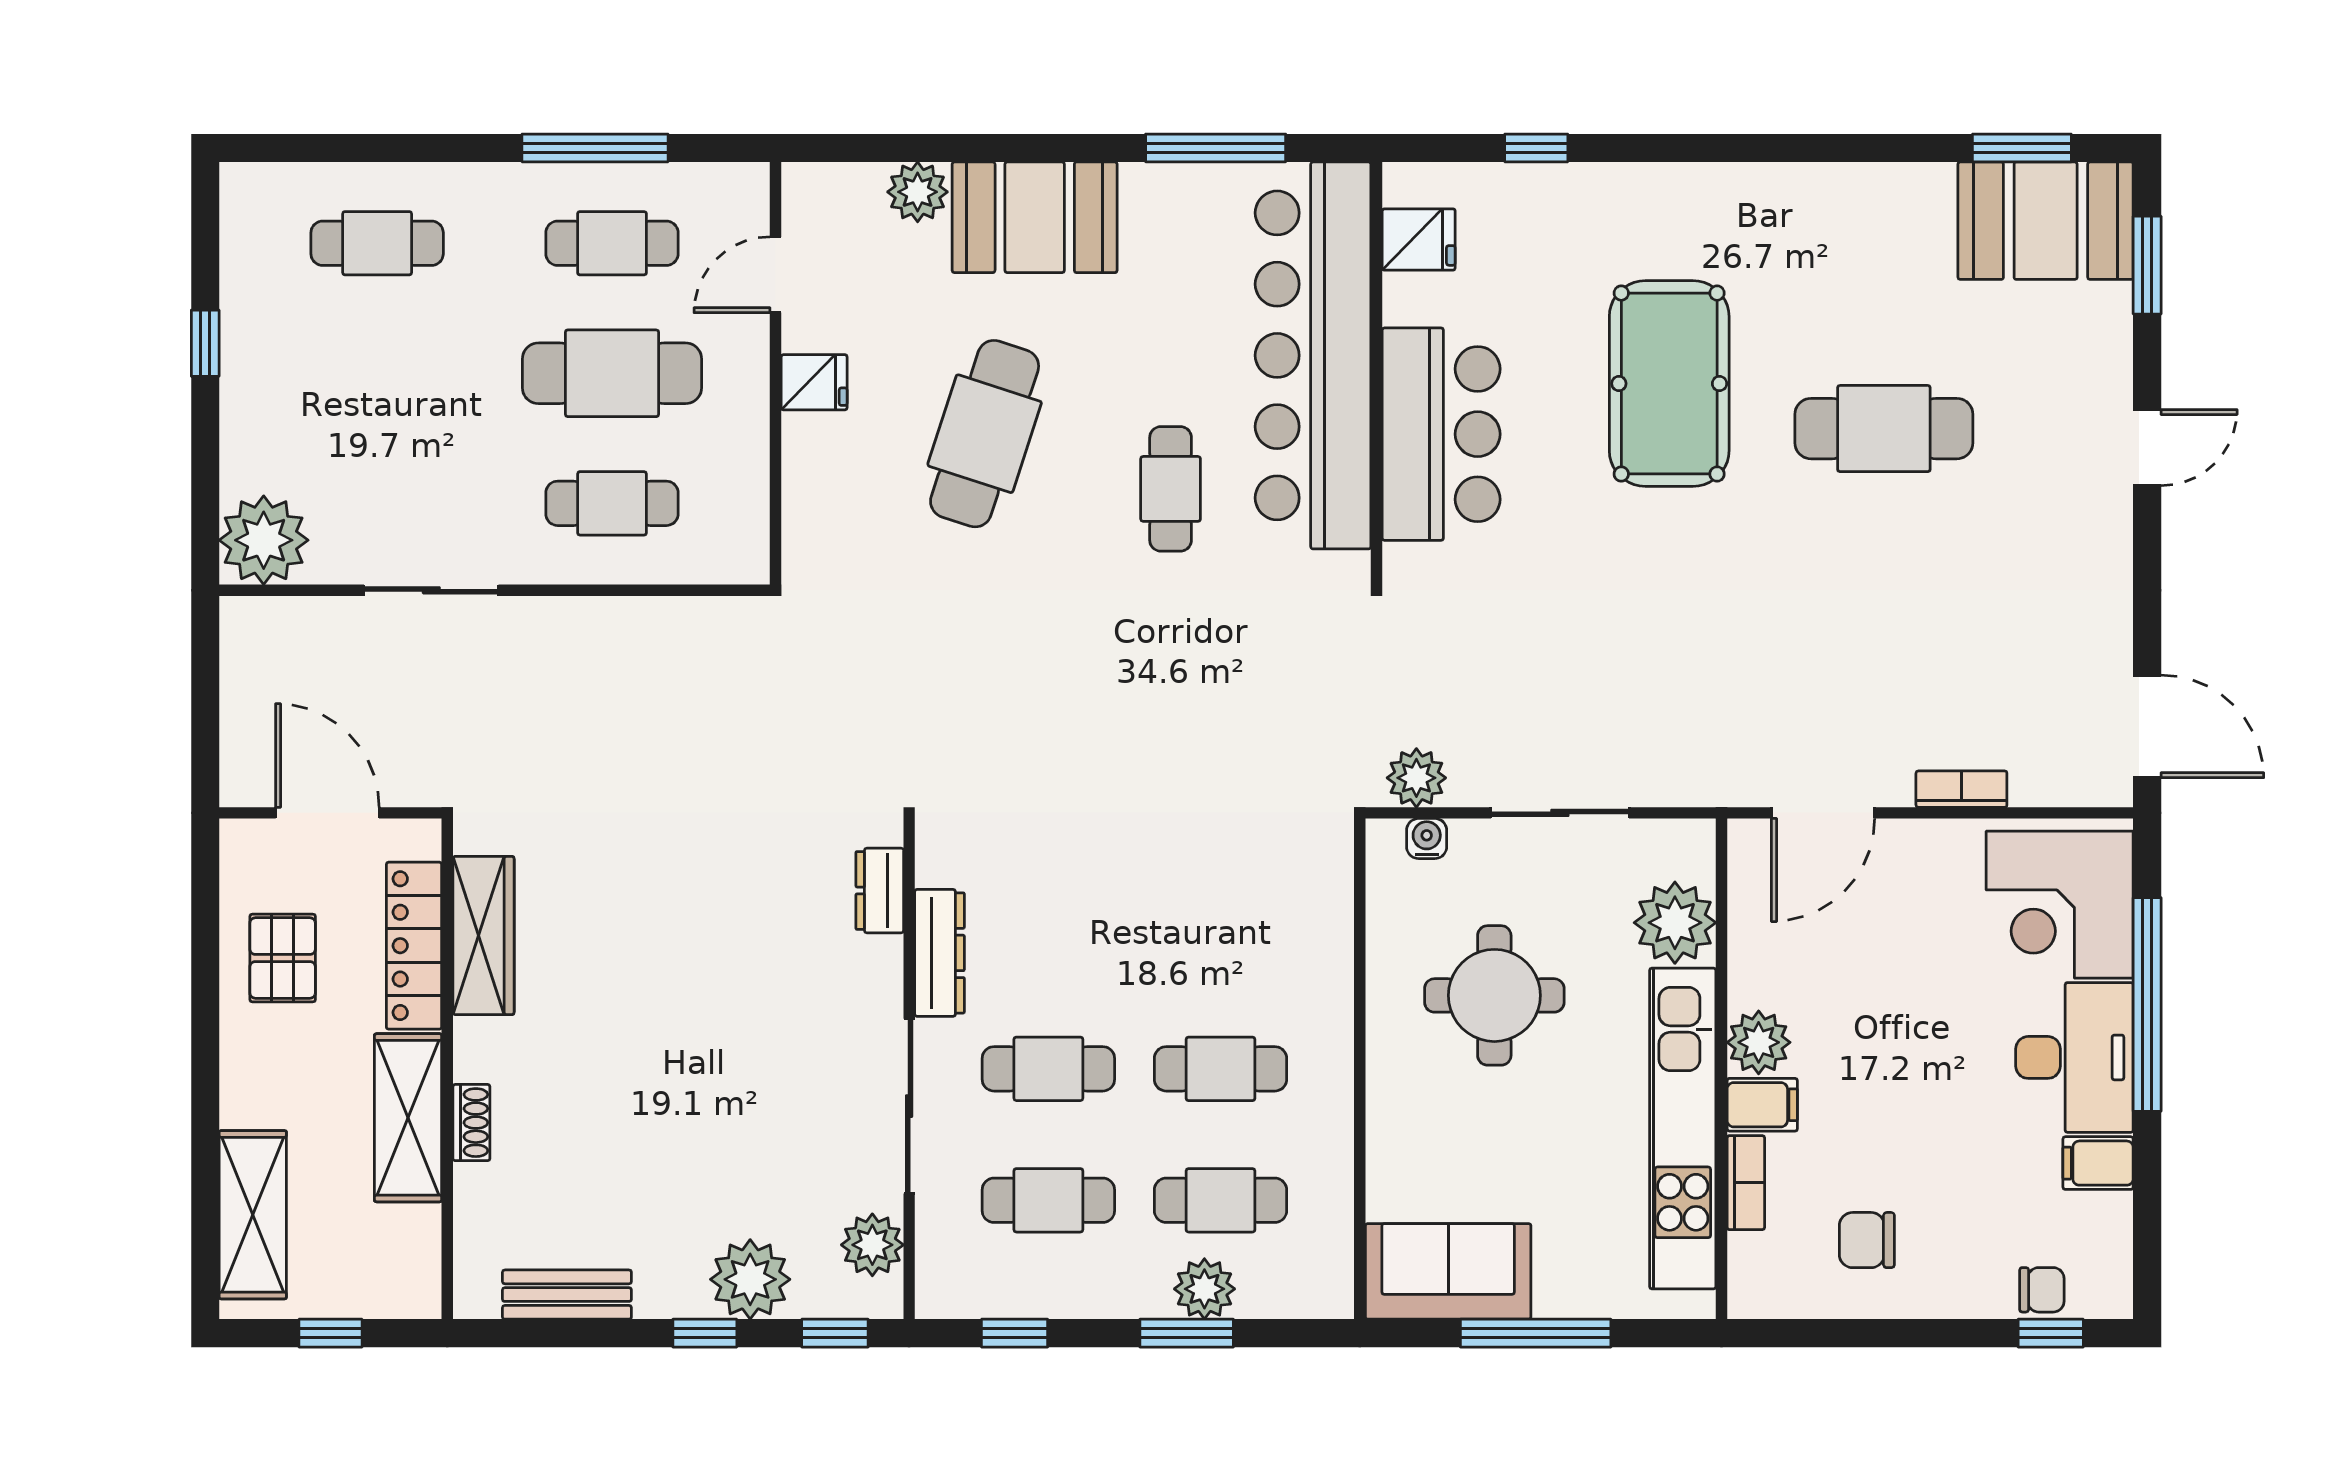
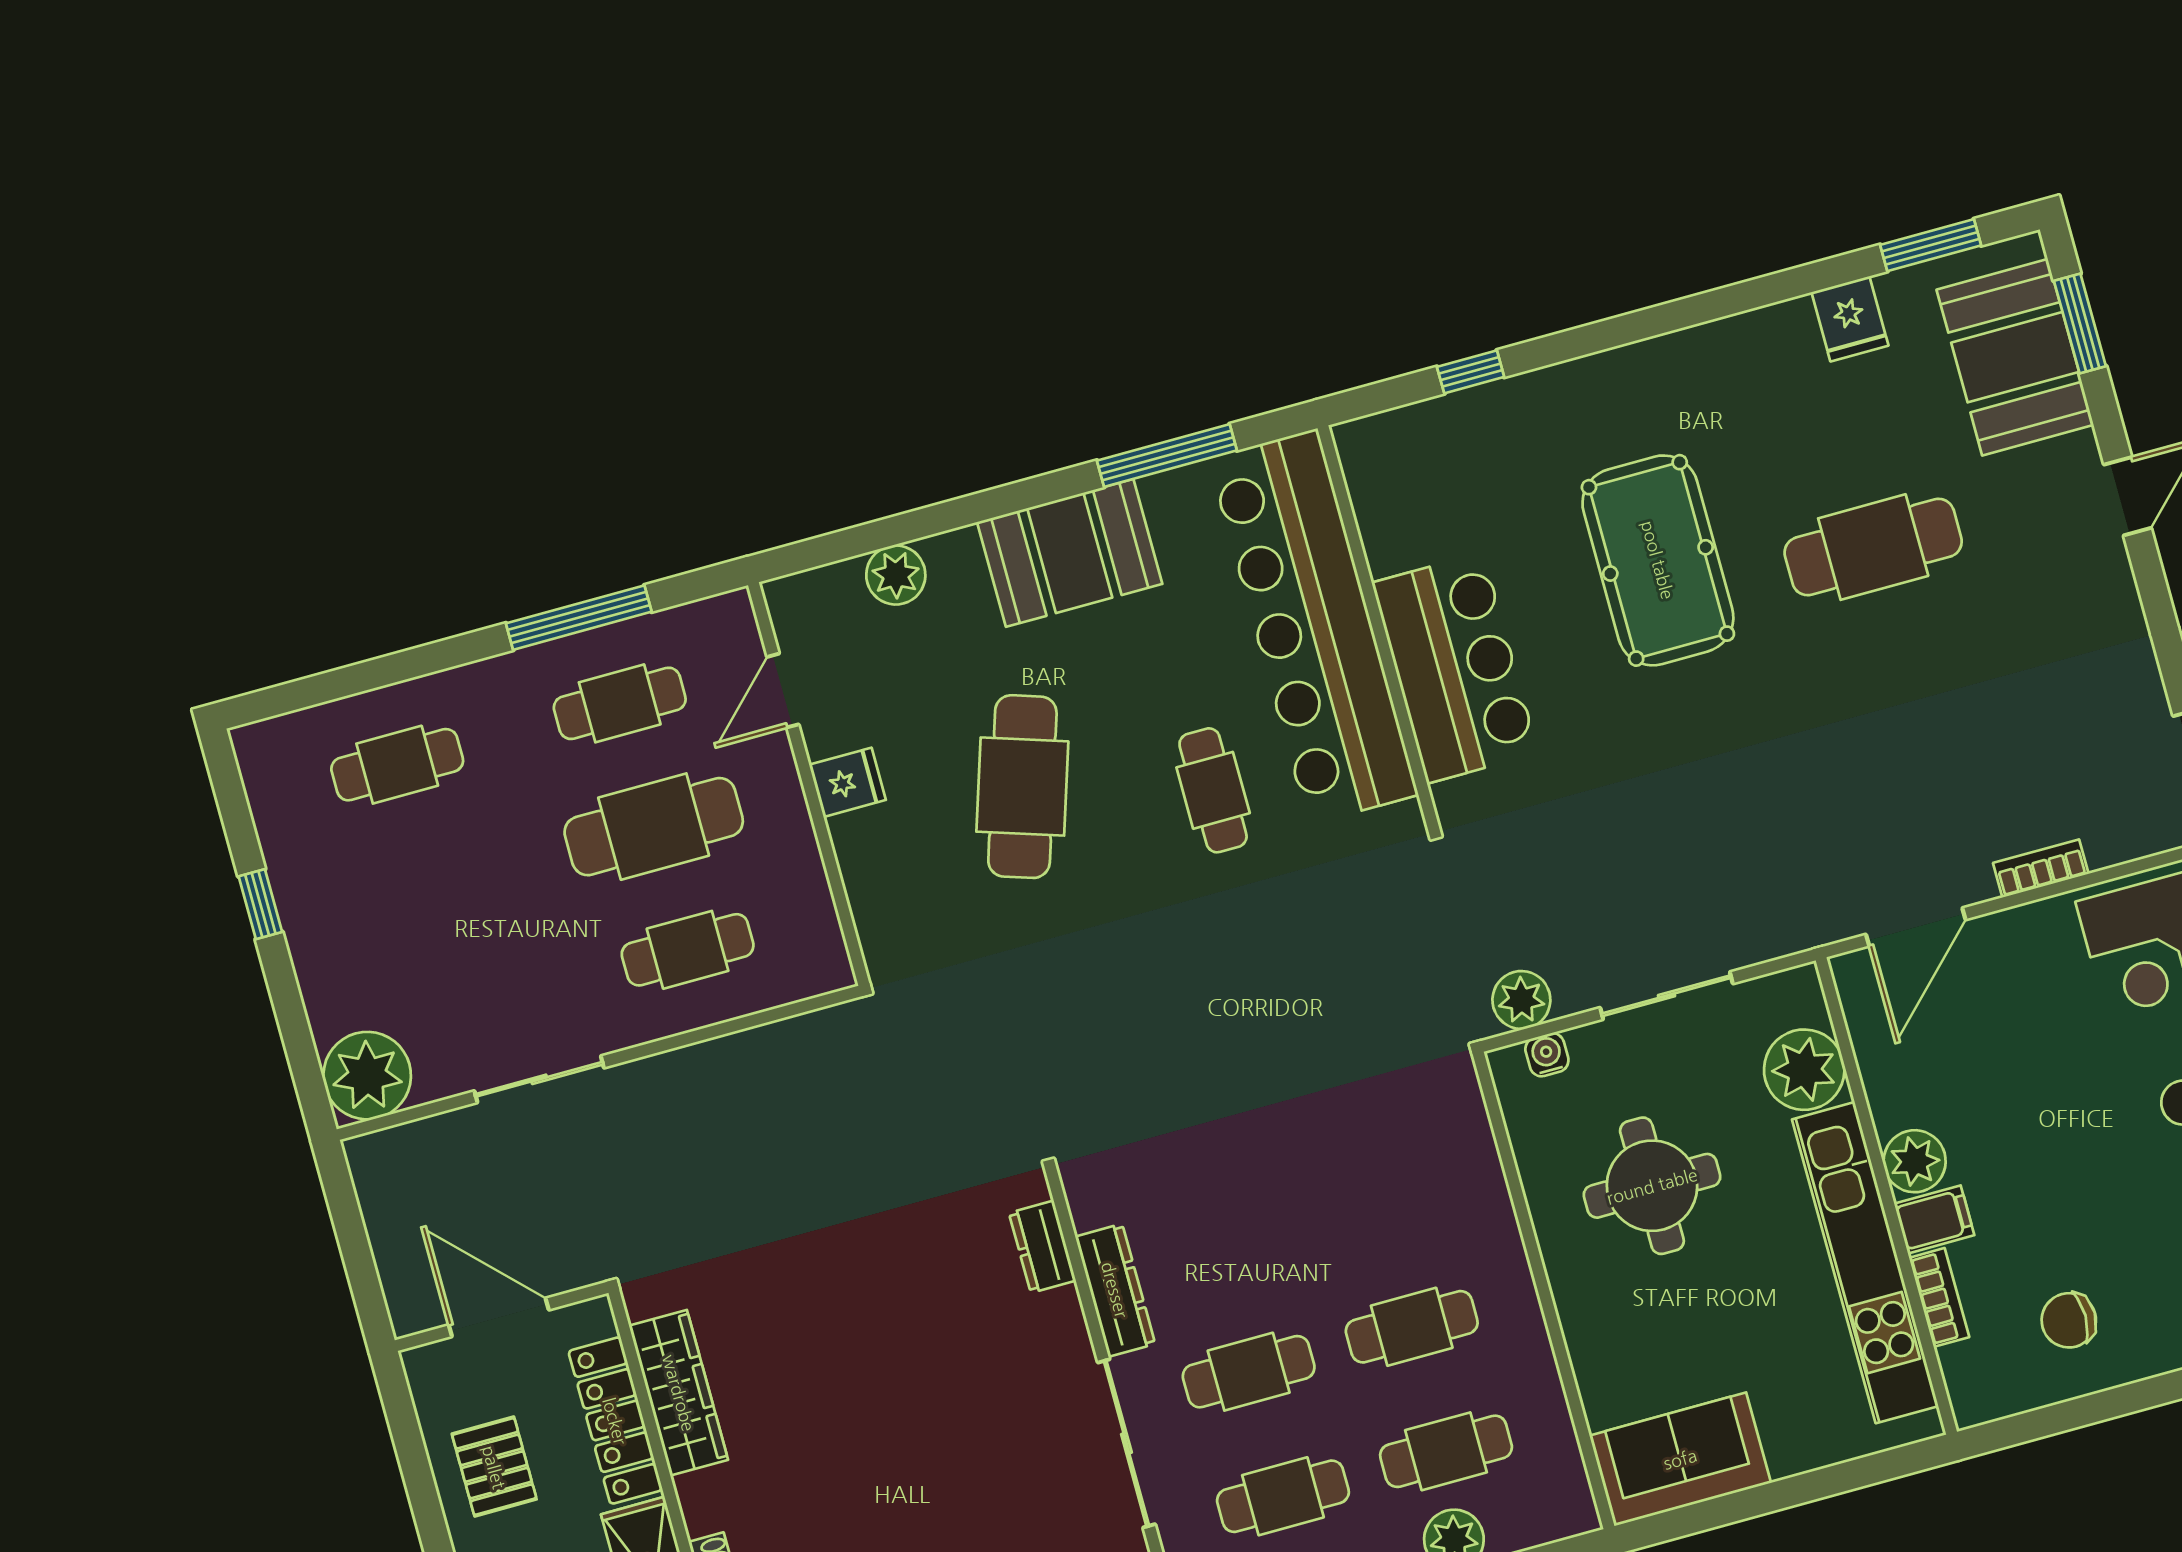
booth: (1035, 217) -> (1070, 553), moved
booth: (2046, 221) -> (2015, 357), moved, turned 90
fridge: (1419, 239) -> (1850, 319), moved, turned 90
window: (1536, 1333) -> (1779, 1495), removed

